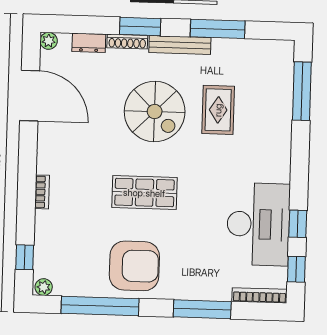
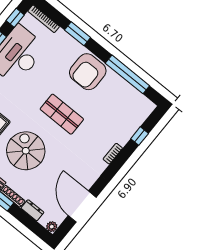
window: (25, 257) -> (140, 136), moved
armchair: (134, 266) -> (88, 72), moved, turned -90
plant: (44, 287) -> (148, 105), removed
window: (202, 309) -> (78, 34), width x0.69

